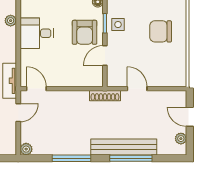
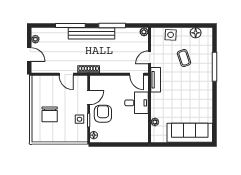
chair: (161, 31) -> (50, 114), turned 90
desk: (37, 33) -> (137, 103), moved
bench: (124, 147) -> (92, 33), moved

